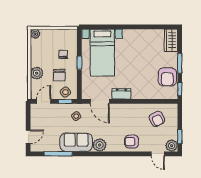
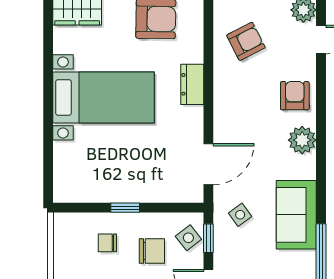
bed with nightstands: (102, 53) -> (103, 97), moved
dresser: (121, 94) -> (192, 84), moved
armchair: (132, 142) -> (295, 96), turned 180
plant: (100, 145) -> (302, 140), moved

